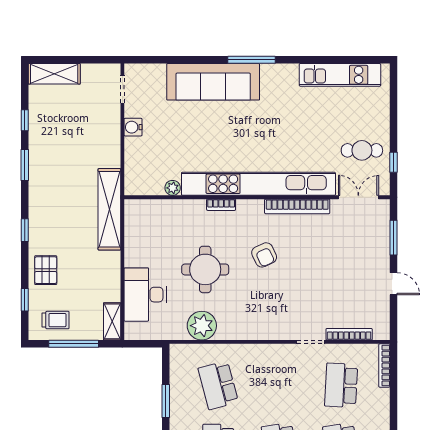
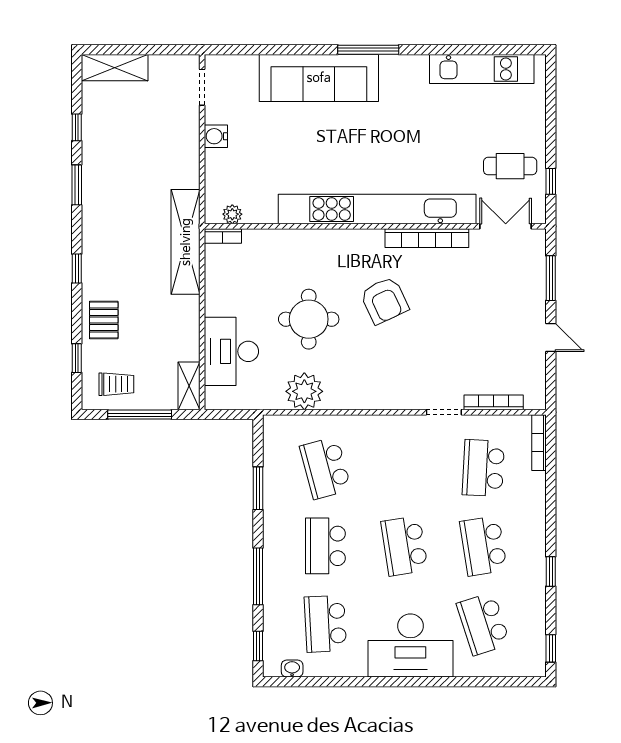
plant: (173, 188) -> (232, 214), moved
bookcase: (221, 205) -> (223, 236), moved
armchair: (264, 255) -> (384, 300), width x1.38, depth x1.38

